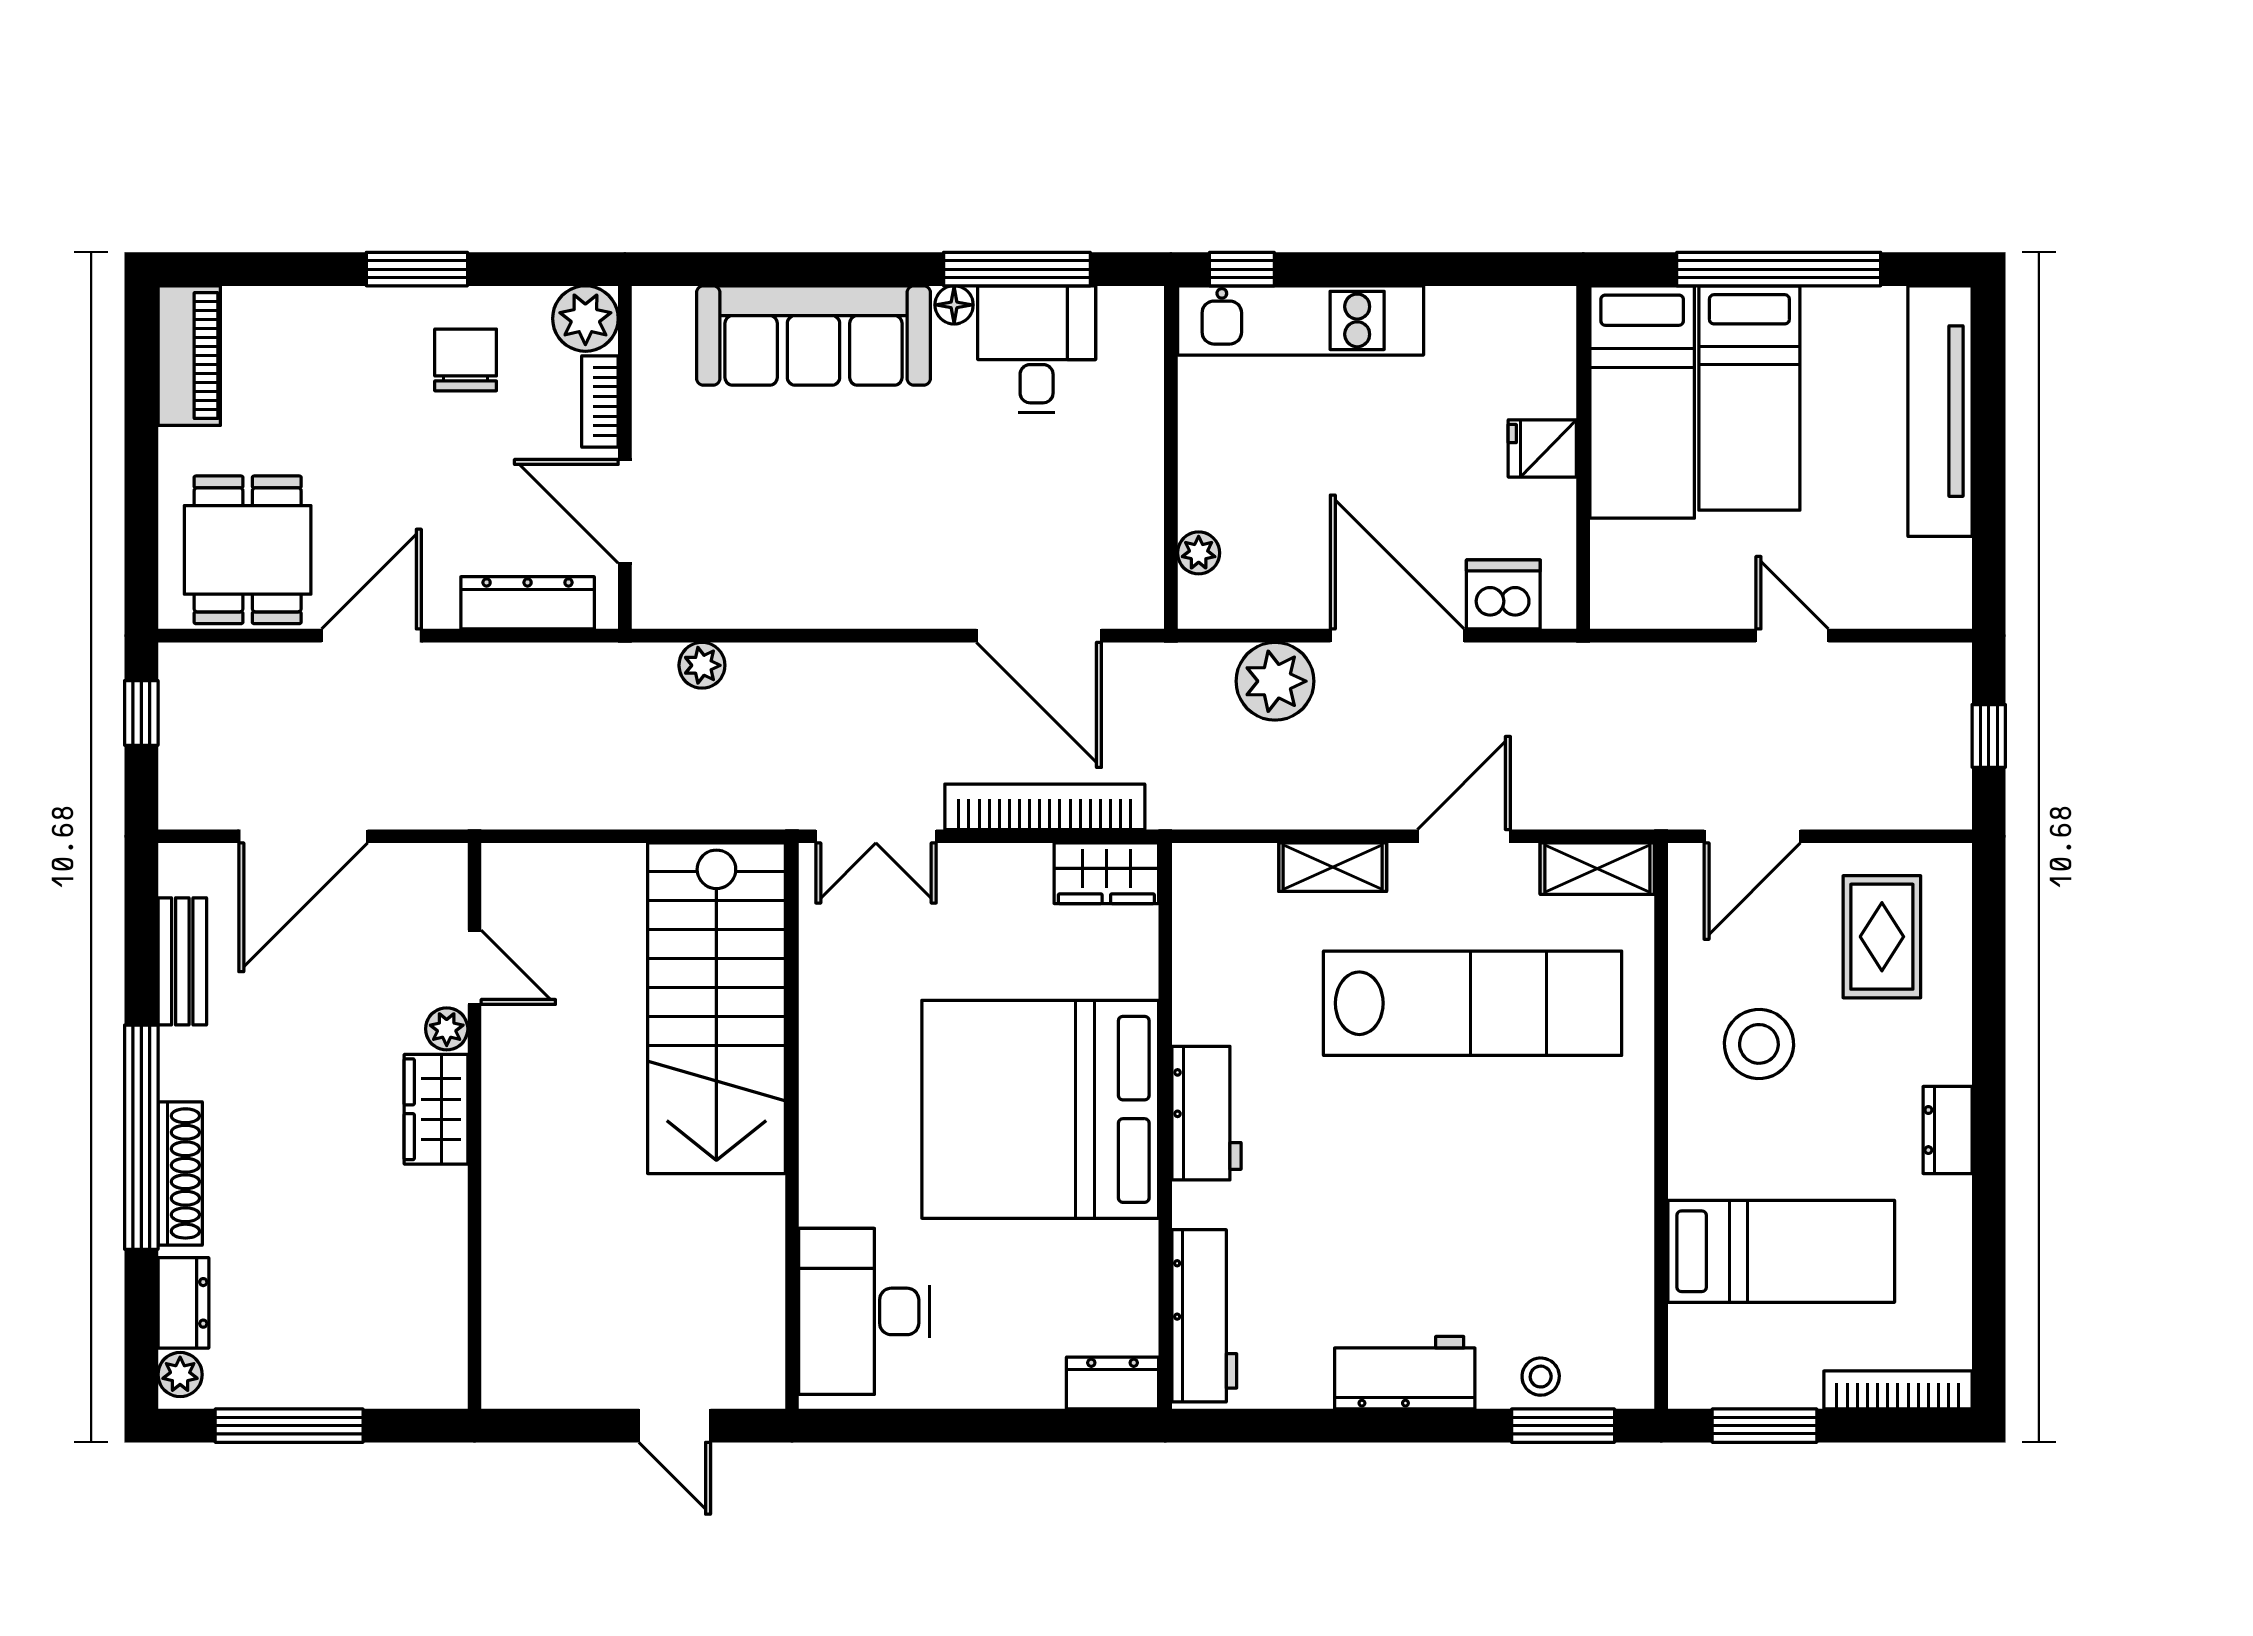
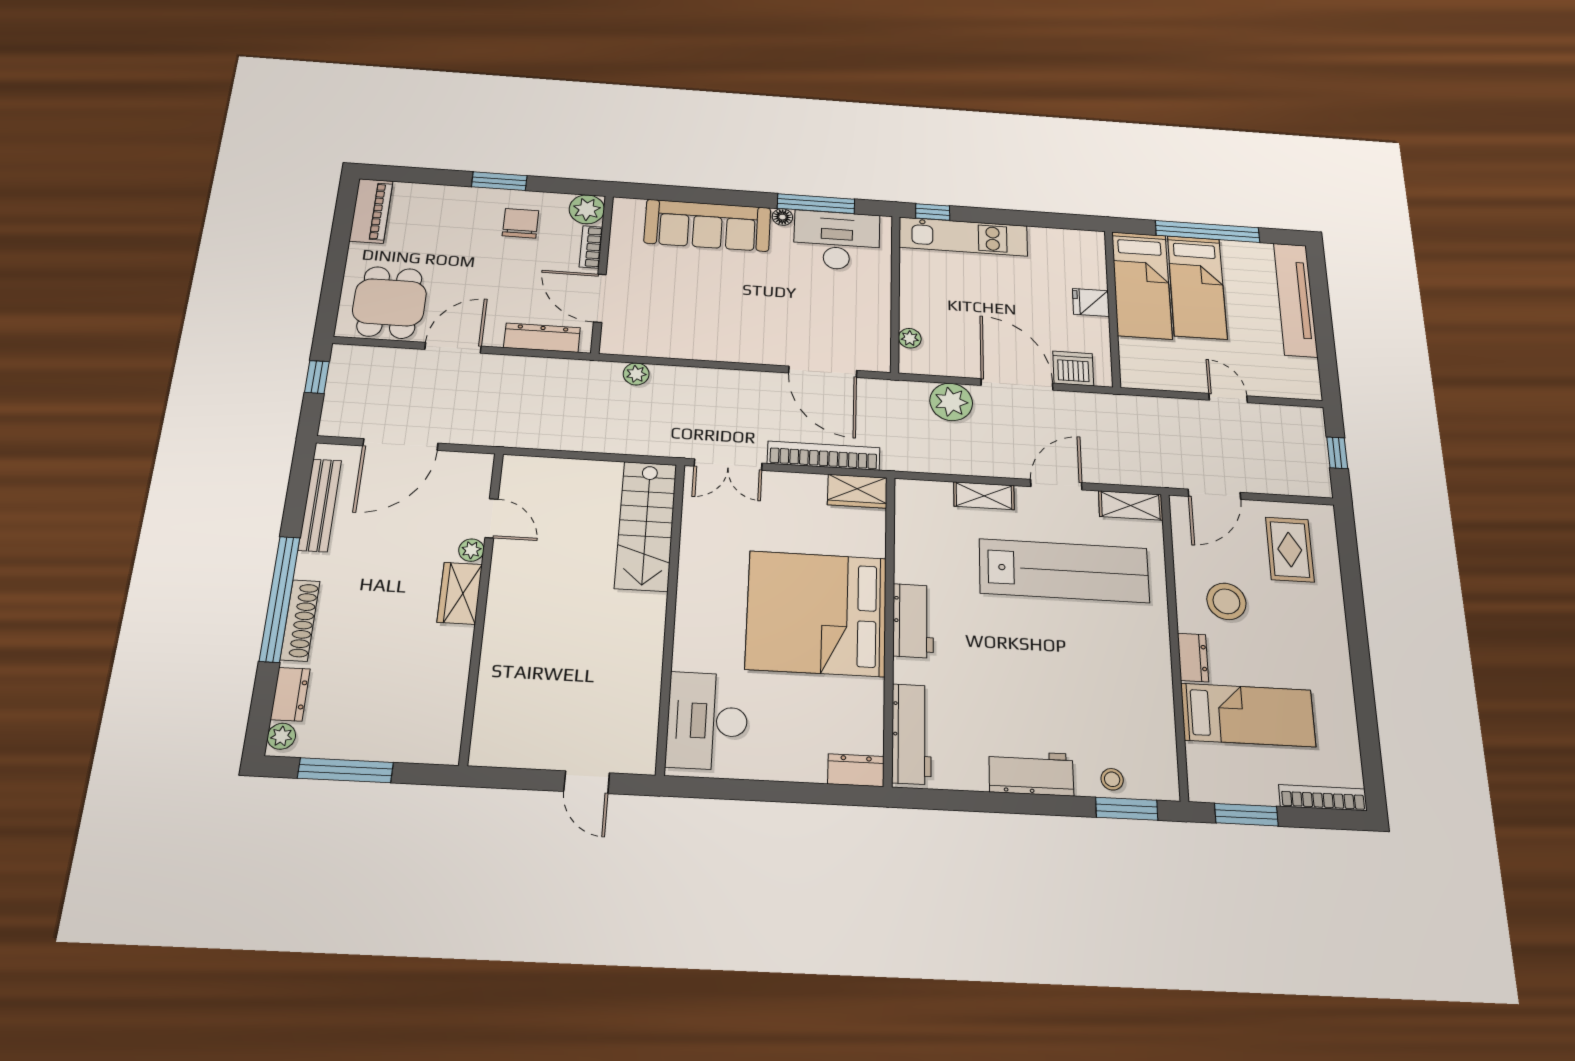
desk: (1037, 349) -> (837, 241), width x1.37
bench: (182, 961) -> (320, 505), width x1.36
stairs: (716, 1008) -> (646, 526), width x0.73, depth x0.66
dresser: (1948, 1130) -> (1193, 657), moved, turned 180

